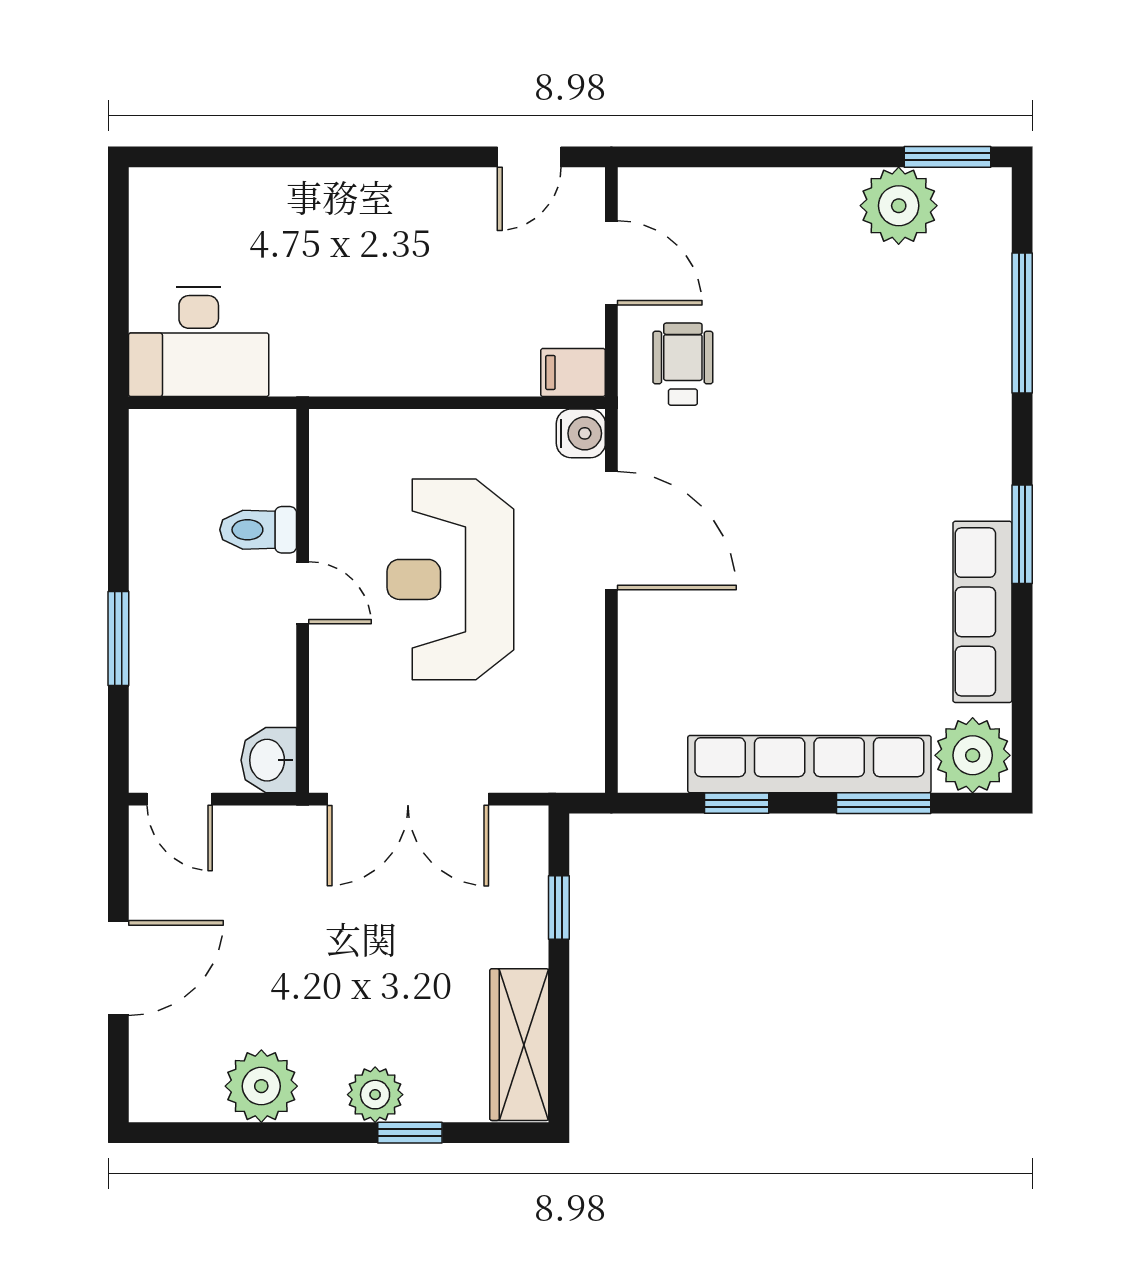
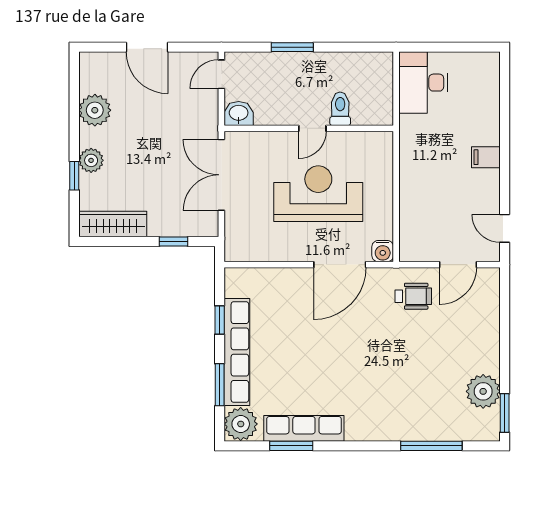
filing cabinet: (573, 372) -> (486, 157), moved, turned -90
window: (1022, 534) -> (291, 446), moved

